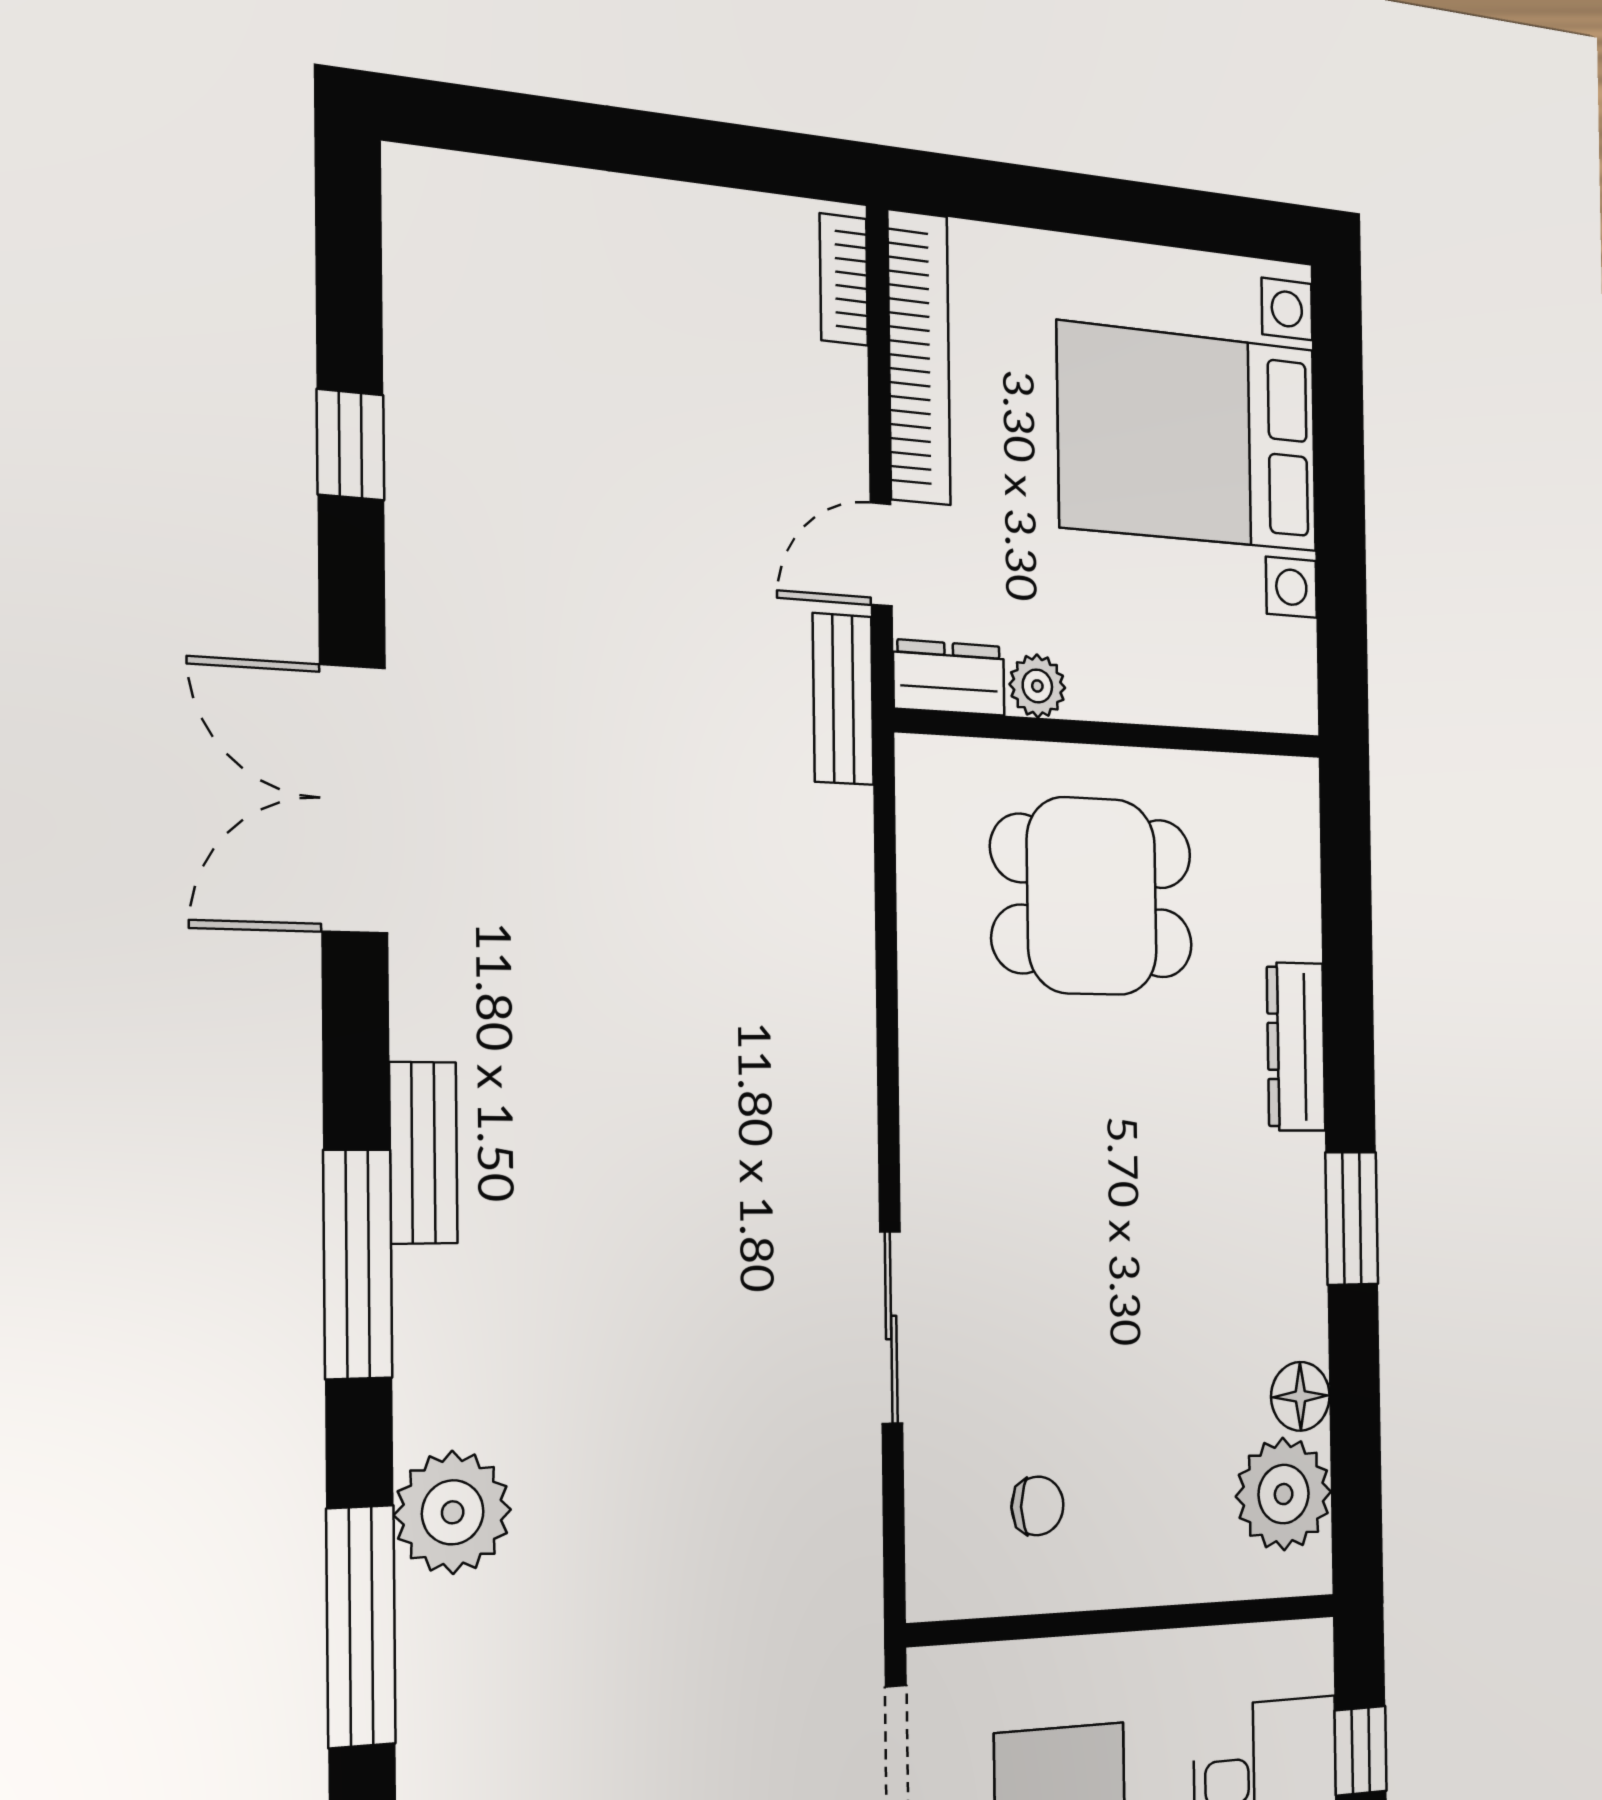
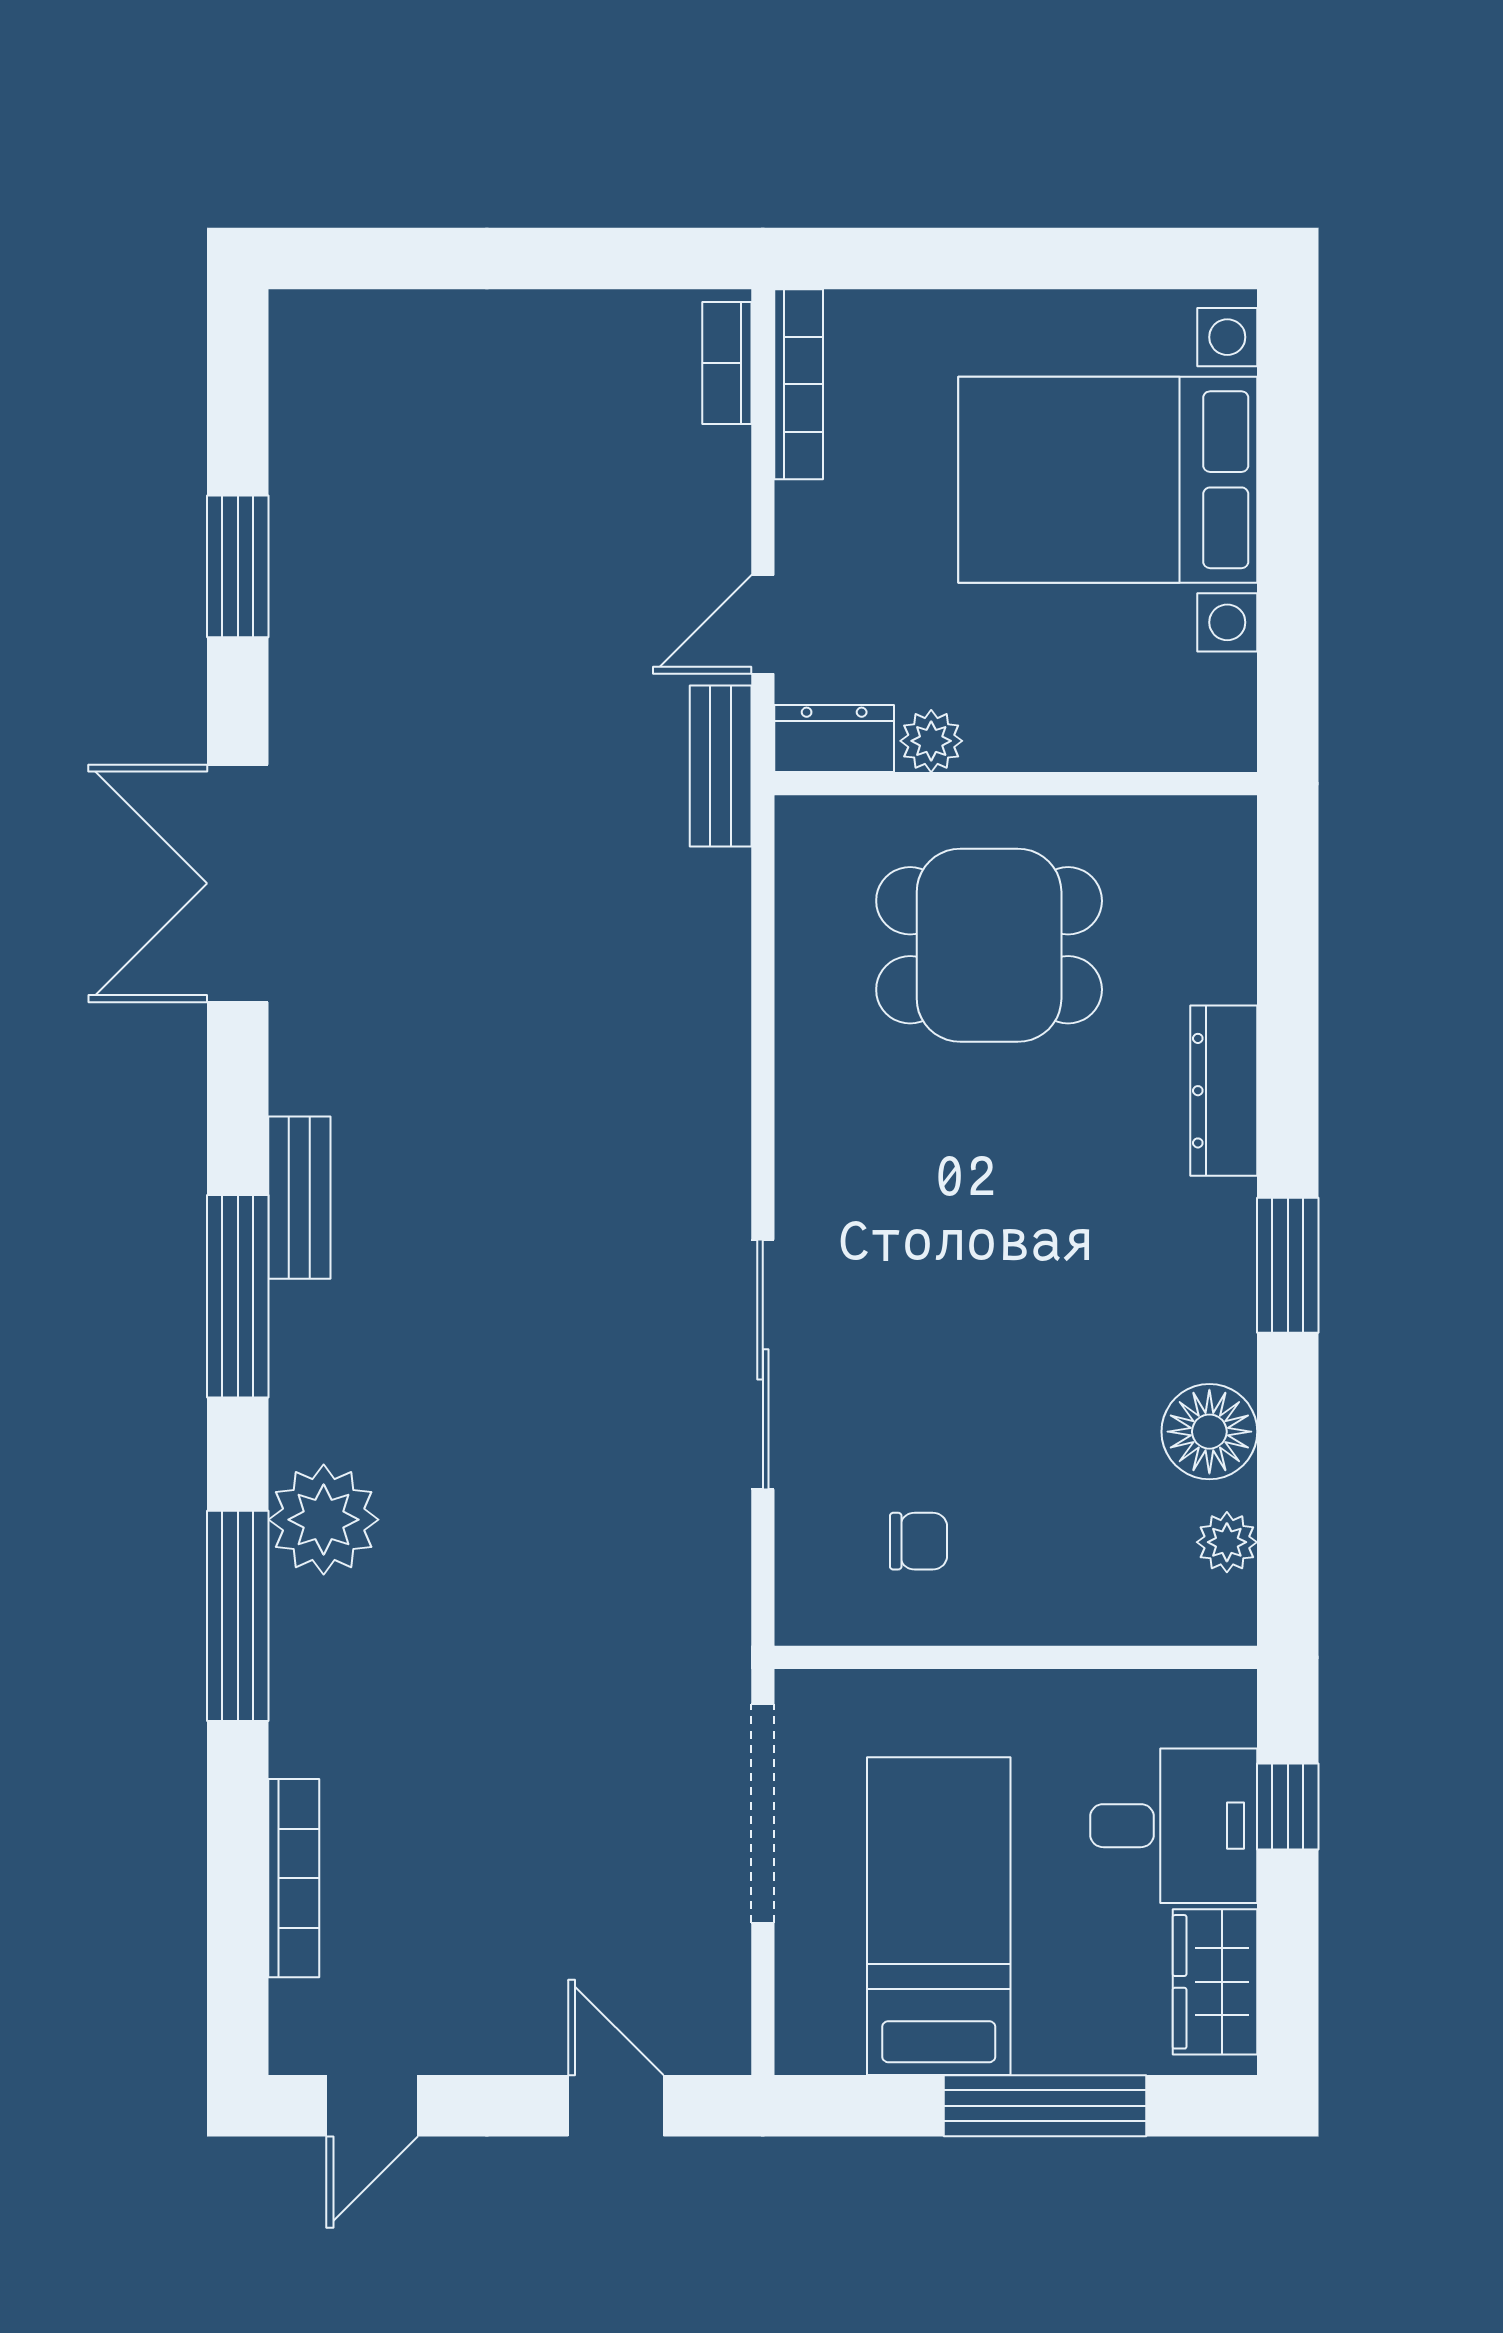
bookcase: (919, 357) -> (799, 384), width x0.68, depth x0.76
window: (351, 445) -> (238, 566), width x1.50
sliding door: (891, 1327) -> (763, 1364), width x1.37
floor lamp: (1300, 1396) -> (1209, 1432), width x1.38, depth x1.38
plant: (1284, 1494) -> (1227, 1542), width x0.53, depth x0.53

